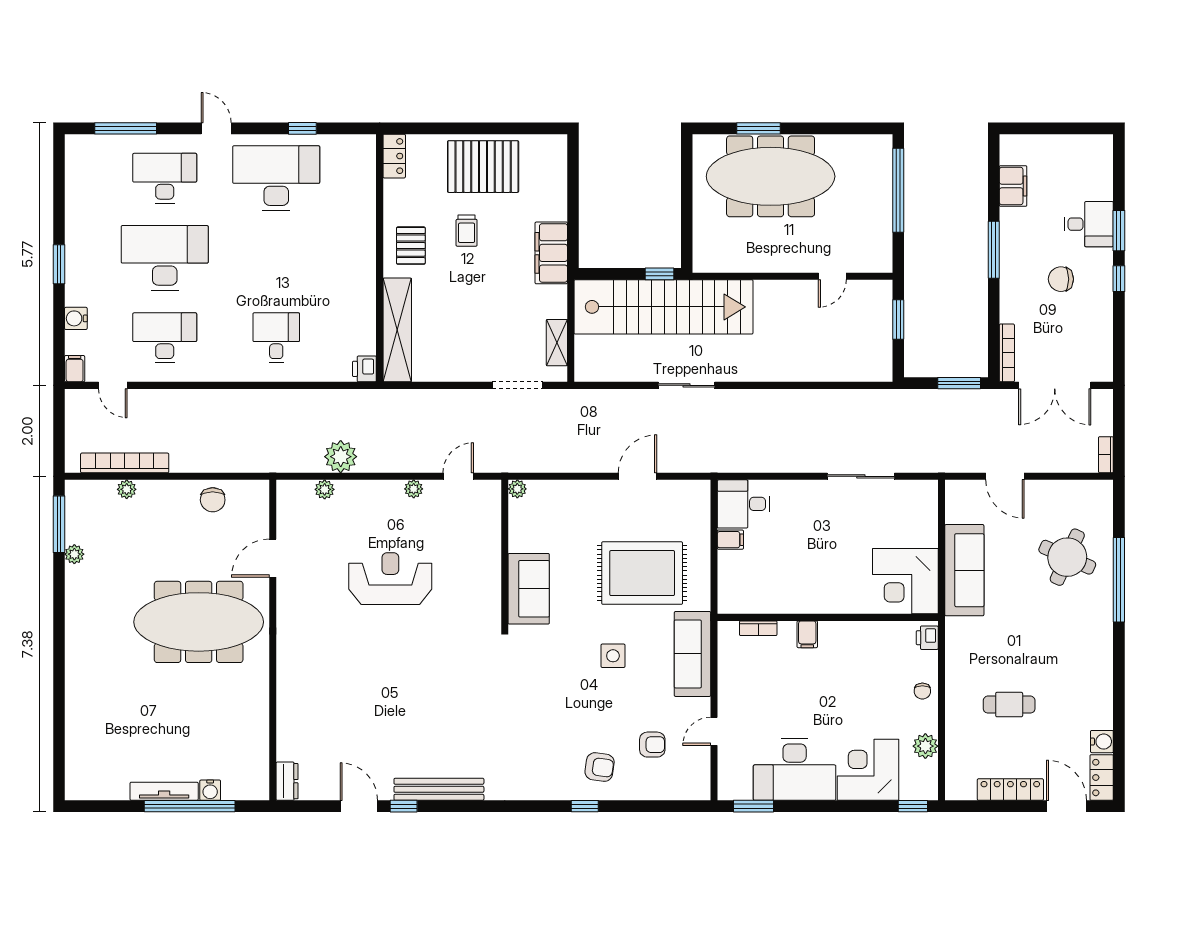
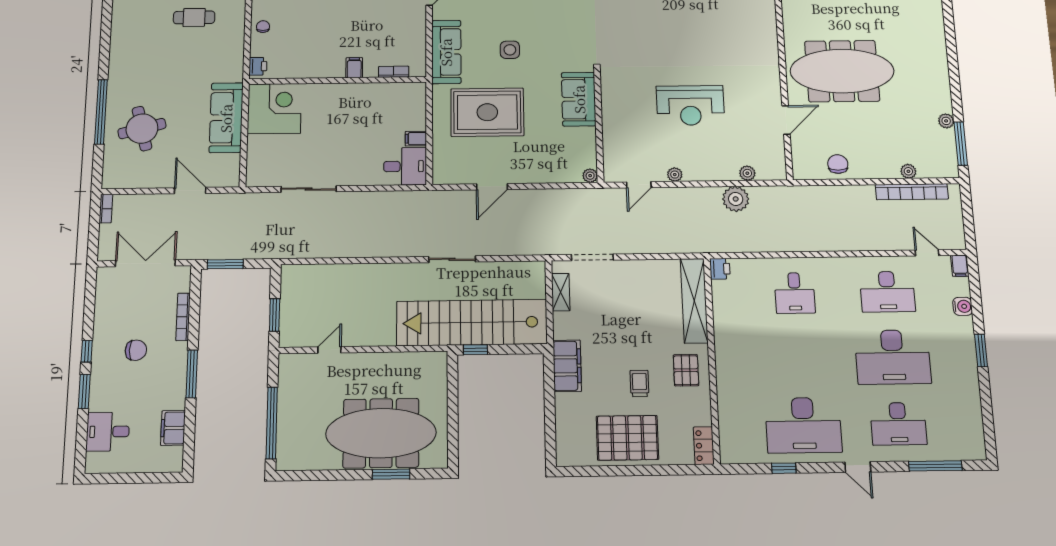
desk: (1089, 224) -> (108, 432), moved
bookcase: (1007, 353) -> (183, 317), moved
round table: (1067, 557) -> (142, 129), turned -38

